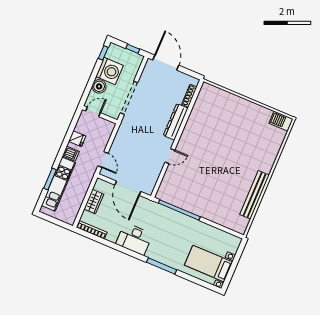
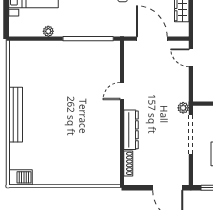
plant: (126, 122) -> (183, 108), added
bench: (255, 195) -> (16, 115), moved
plant: (209, 229) -> (48, 31), added

